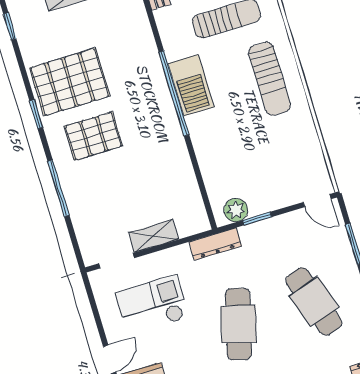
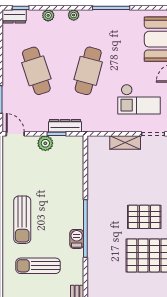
sun lounger: (270, 79) -> (22, 220), turned 180
barbecue: (191, 85) -> (77, 239), width x0.53, depth x0.65
plant: (236, 210) -> (45, 143), moved
dresser: (215, 244) -> (65, 126), moved

